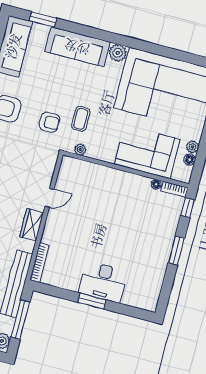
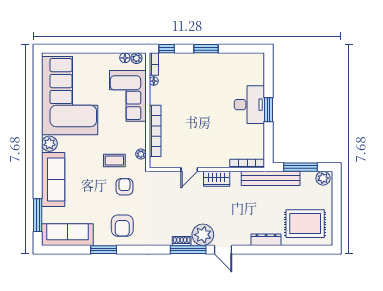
window: (43, 19) -> (38, 215), width x1.44
plant: (192, 147) -> (136, 58), moved
bookcase: (101, 172) -> (155, 131), added
door: (49, 198) -> (189, 170), swing flipped

